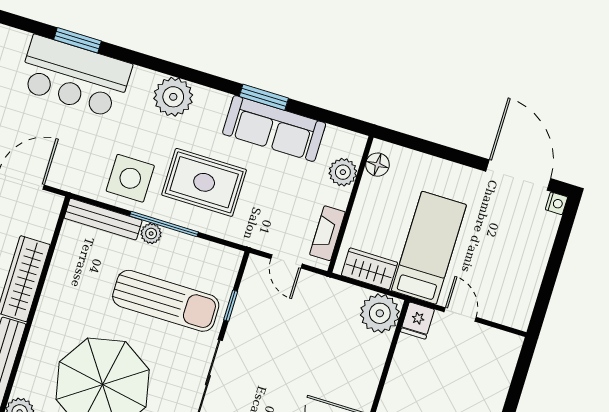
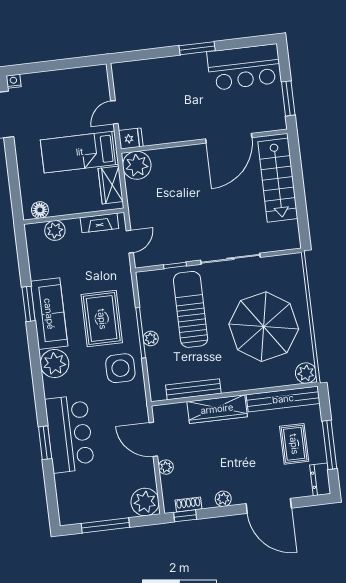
sofa: (274, 128) -> (49, 314), moved
bench: (103, 219) -> (193, 389), moved, turned 90

